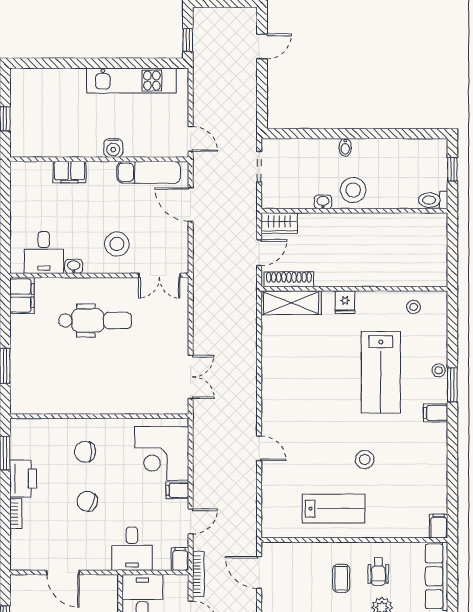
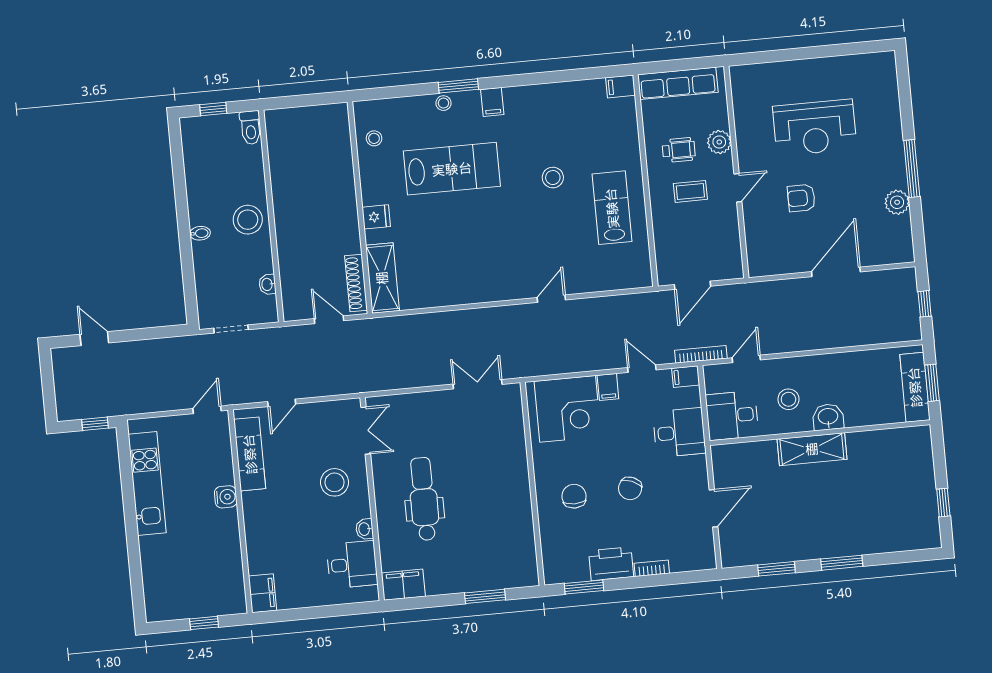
filing cabinet: (70, 172) -> (263, 593), moved
washbasin: (323, 202) -> (267, 284), moved
door: (191, 204) -> (282, 403), width x0.73
wardrobe: (279, 223) -> (293, 300), removed
chair: (85, 452) -> (574, 496), turned 180

